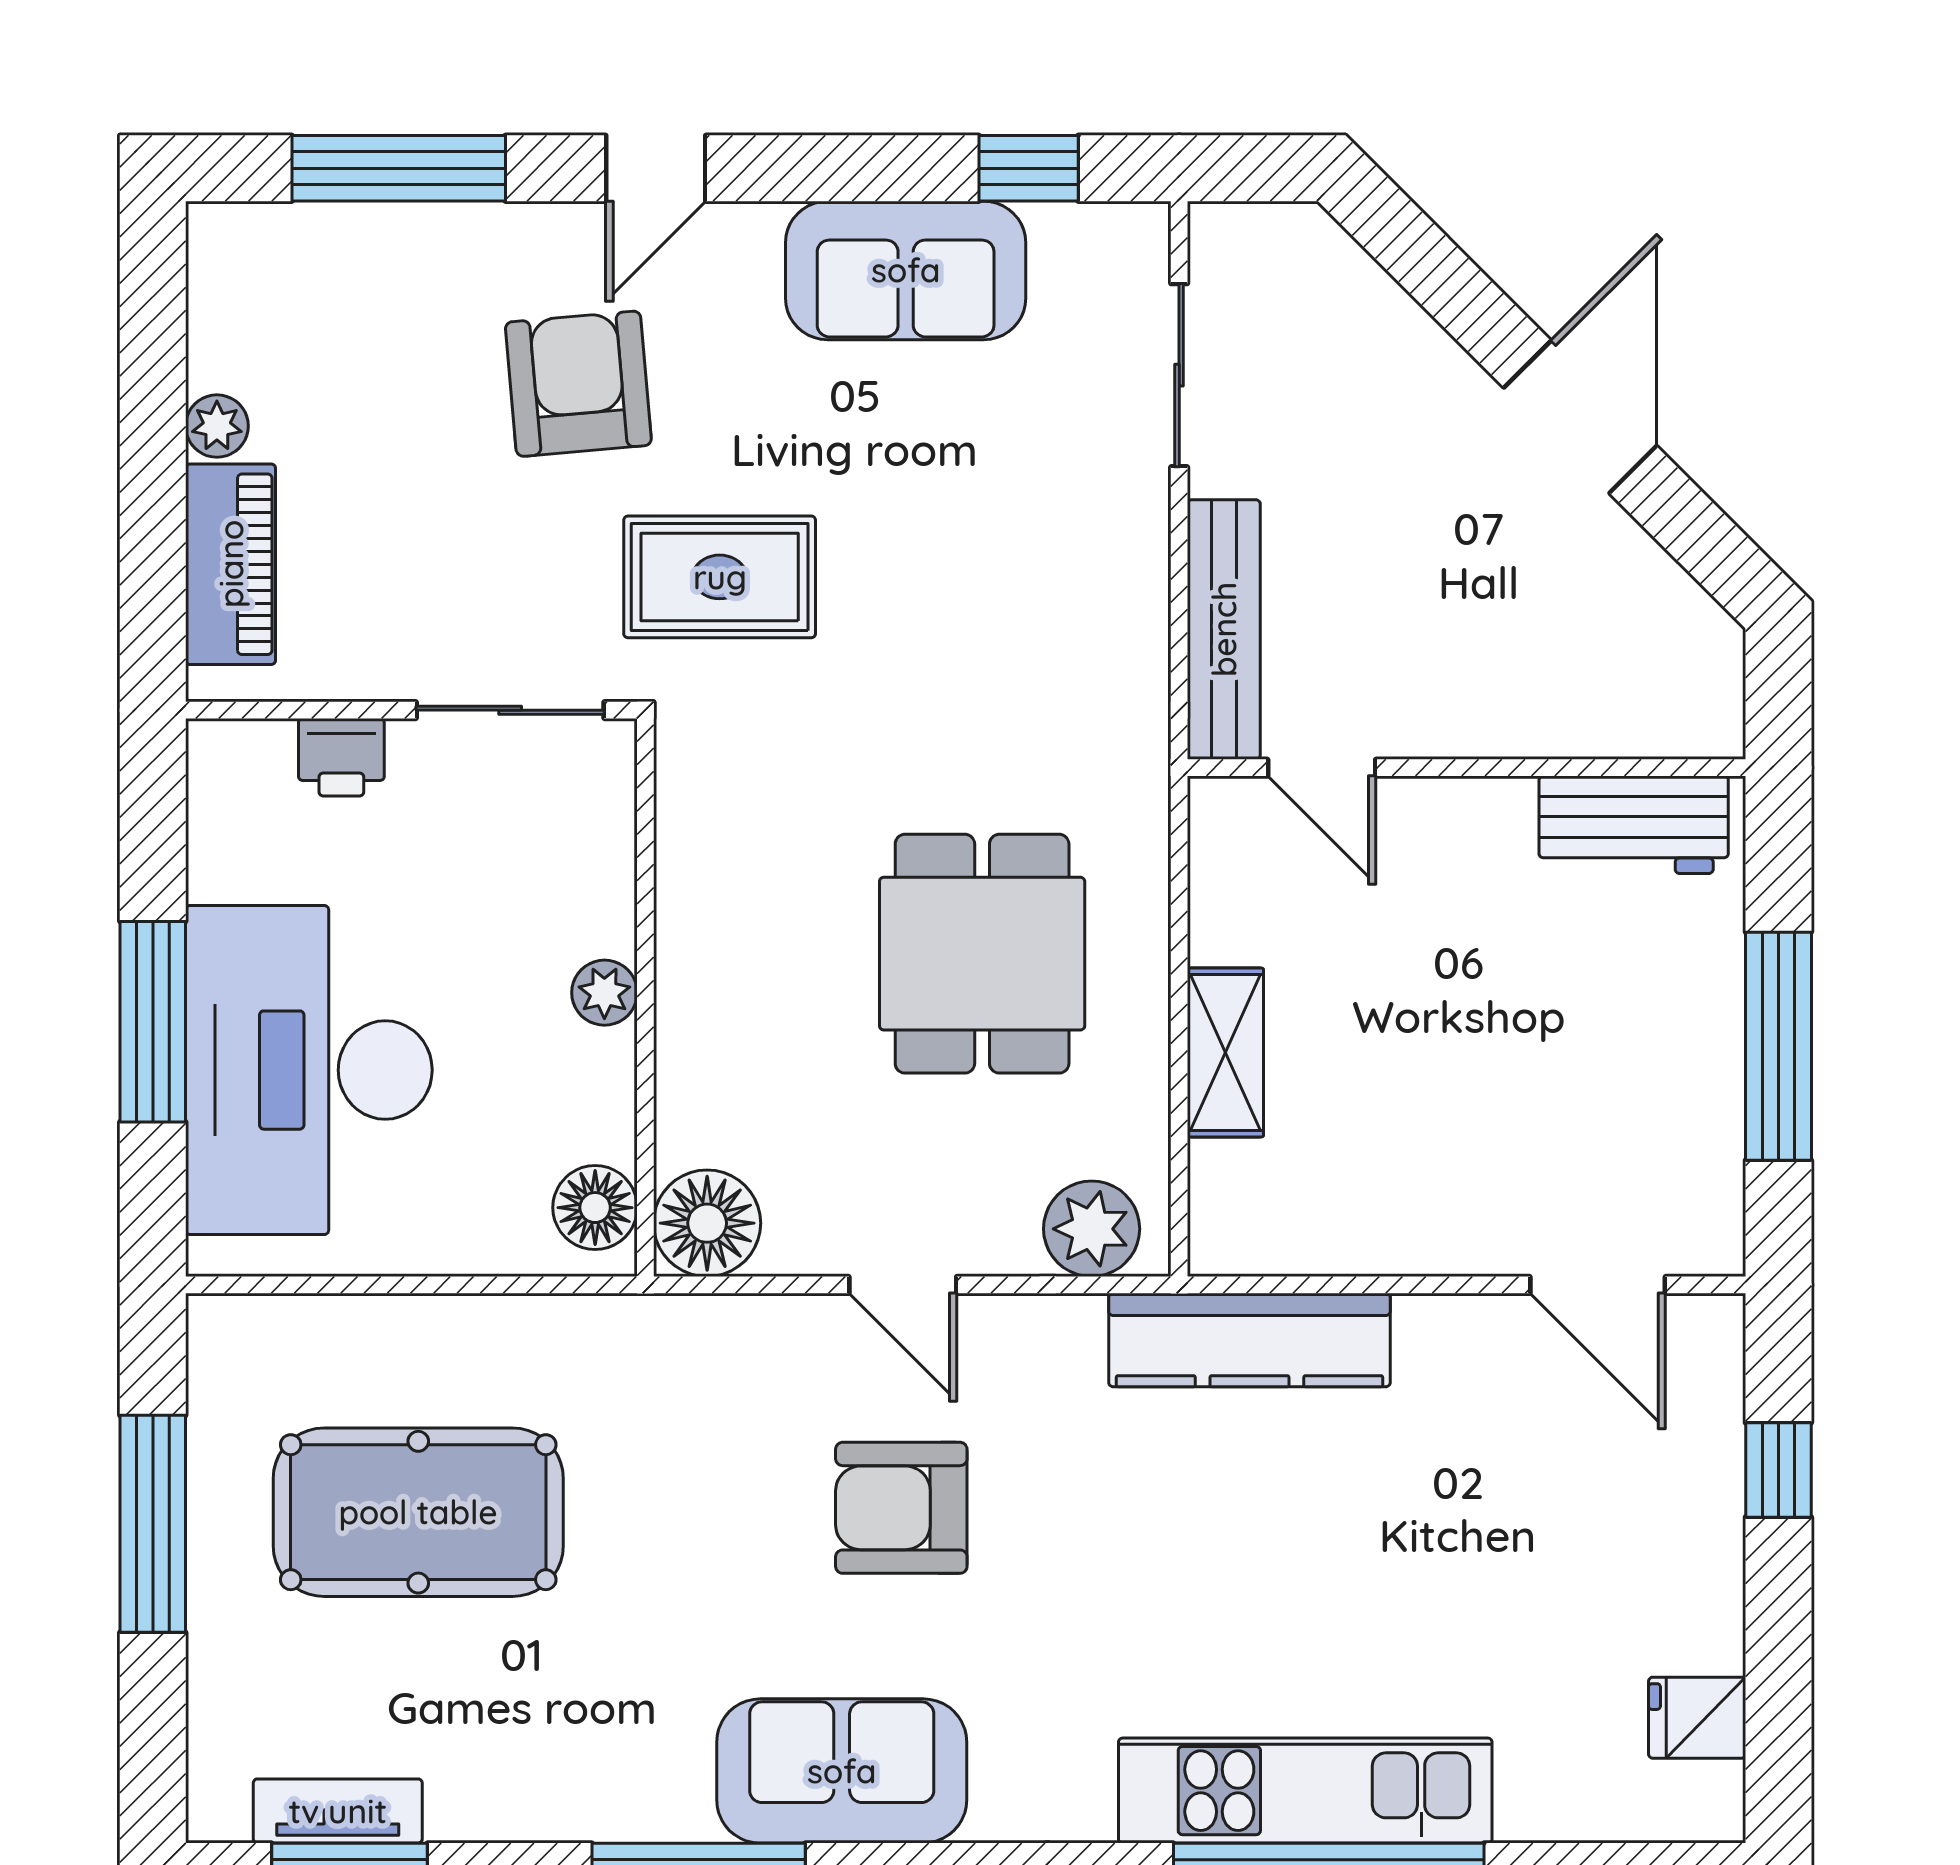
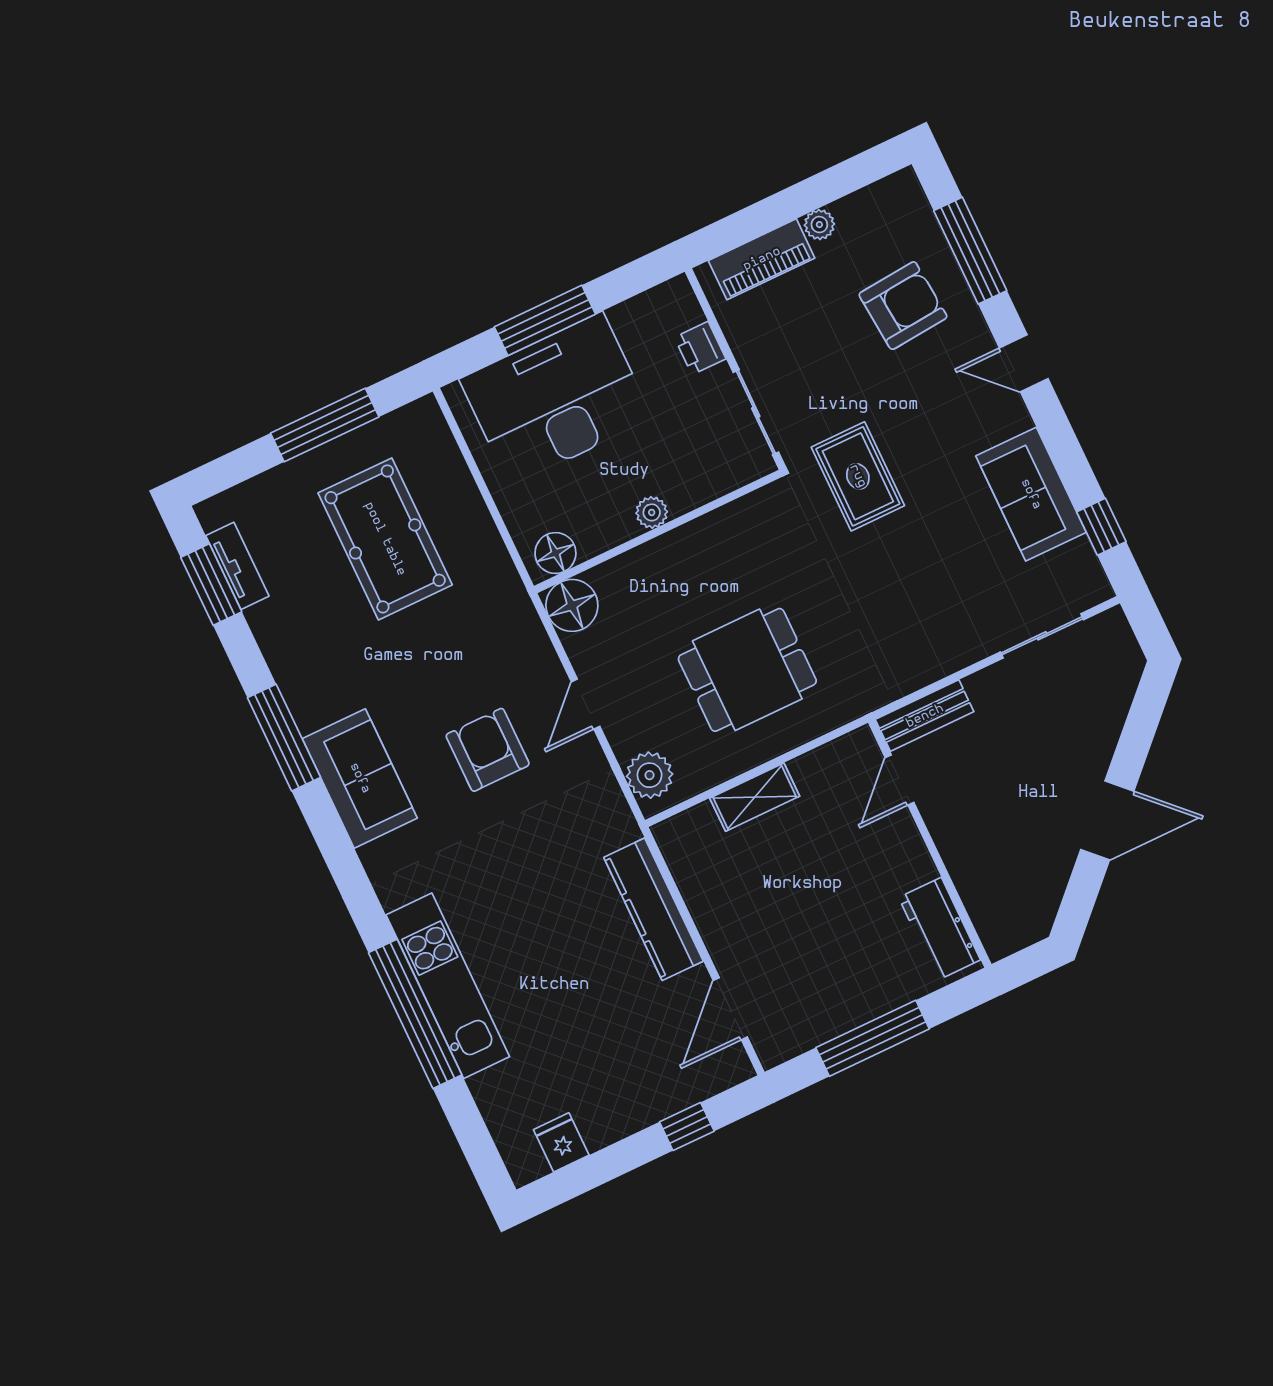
armchair: (578, 384) -> (903, 306), moved
bench: (1224, 629) -> (925, 716), width x0.73
kitchen counter: (1249, 1340) -> (653, 909), moved

